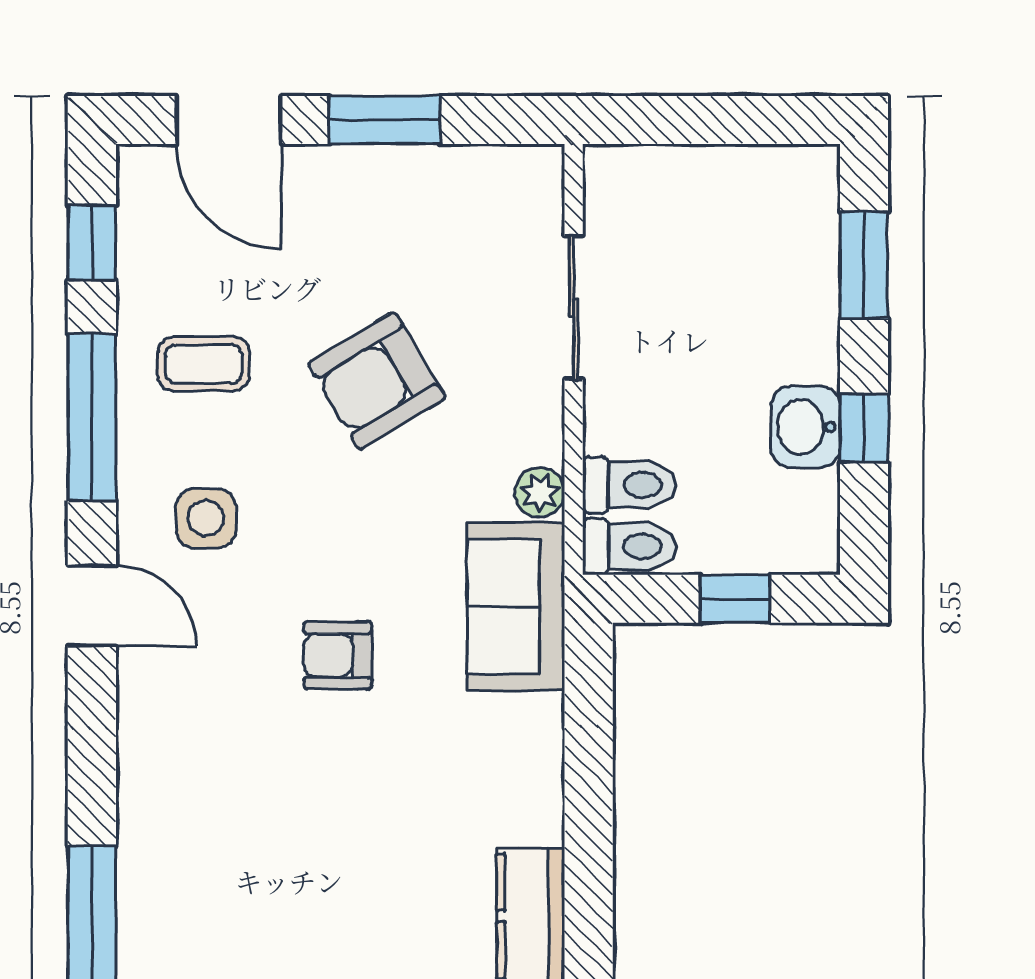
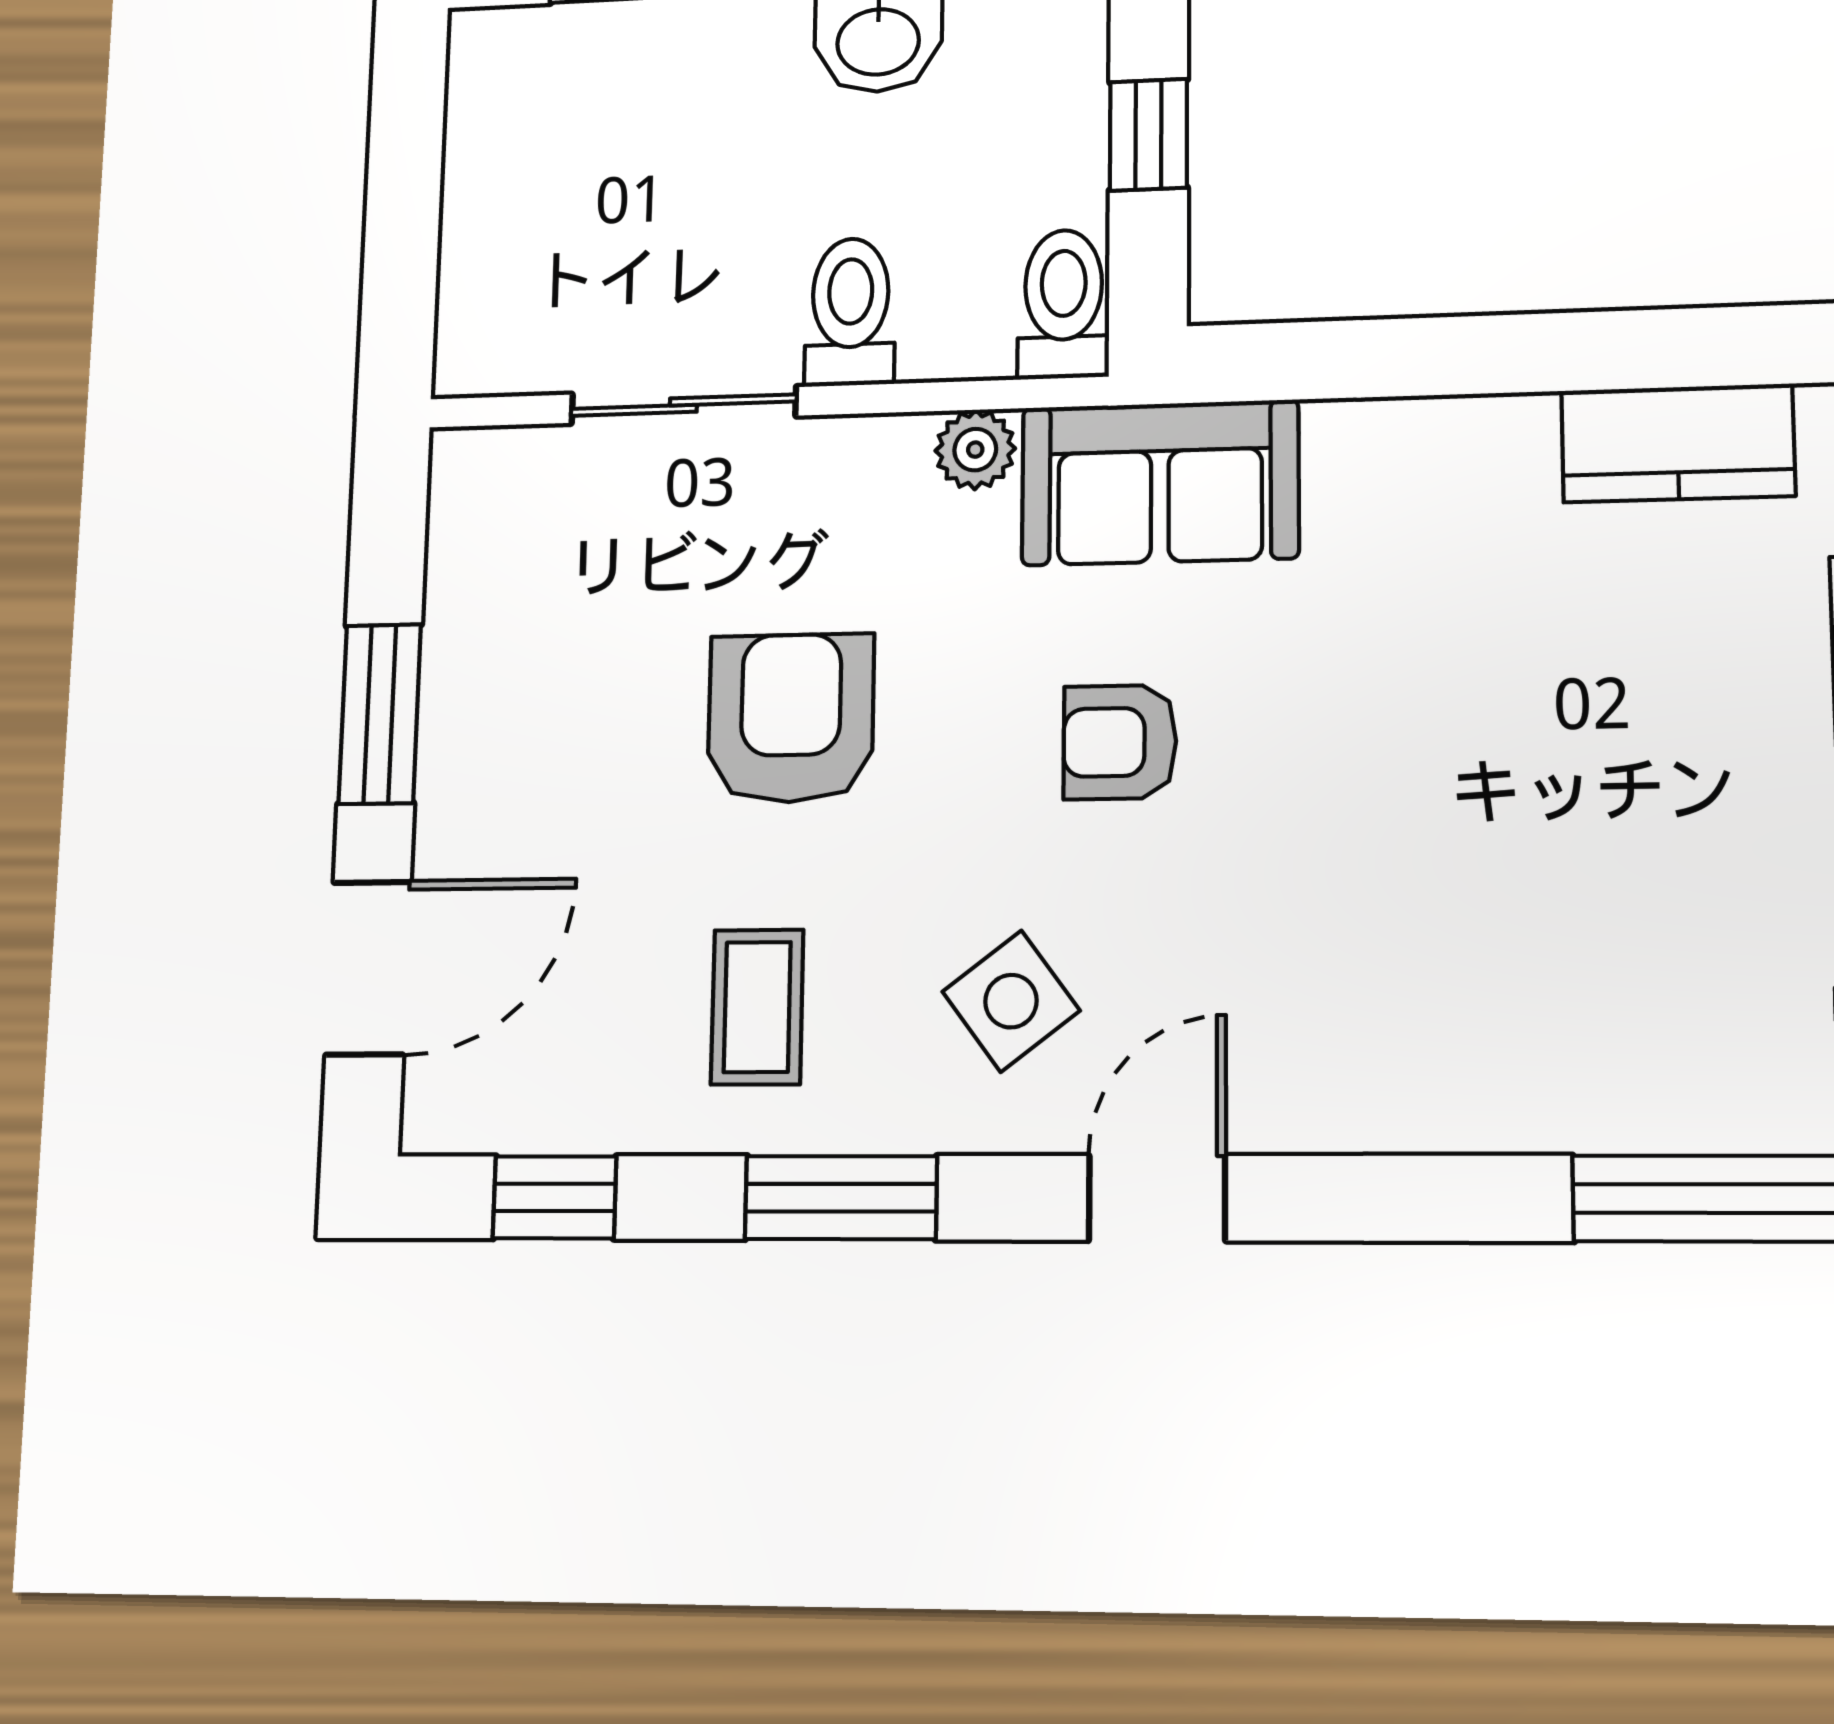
armchair: (377, 381) -> (791, 718), turned -149
window: (92, 418) -> (841, 1198), width x0.69
toilet: (629, 485) -> (850, 312), moved
side table: (206, 518) -> (1011, 1001), turned -37
armchair: (338, 655) -> (1120, 742), moved, turned 90

